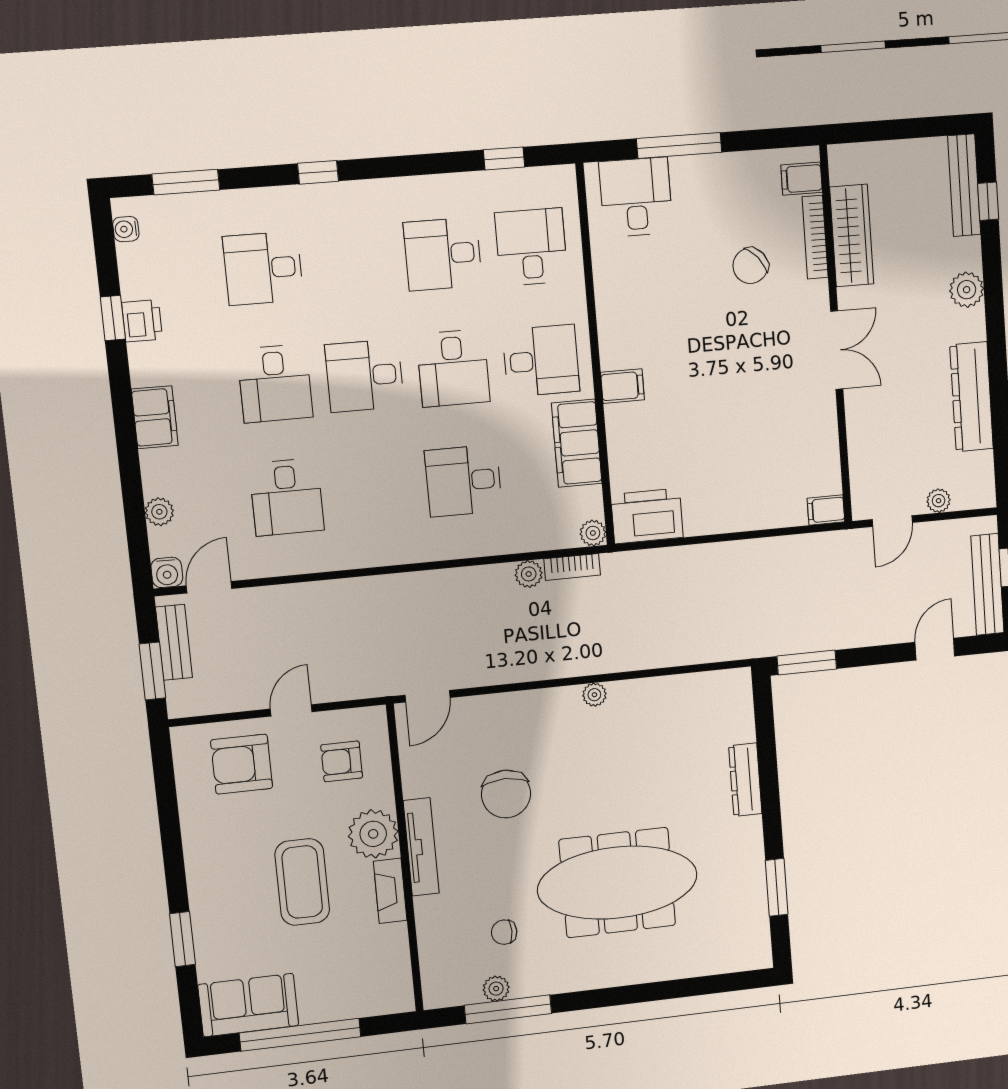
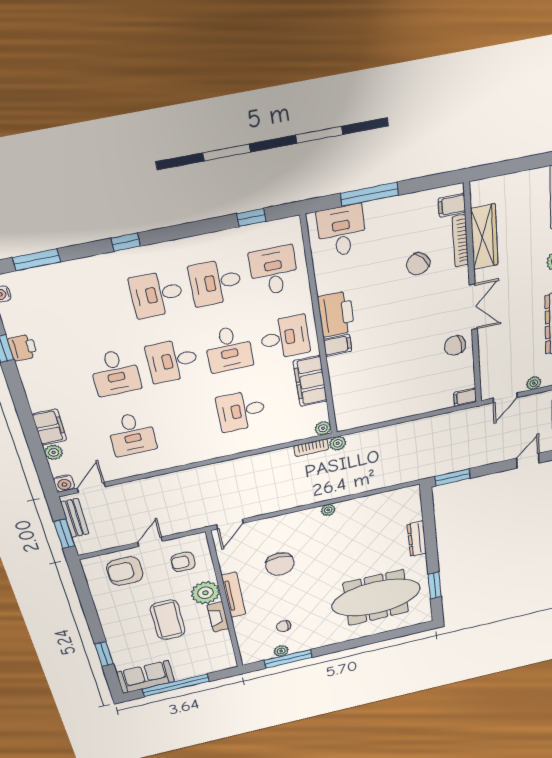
desk: (263, 268) -> (157, 294), moved
chair: (808, 413) -> (455, 345), added
filing cabinet: (155, 417) -> (49, 427), moved
printer: (647, 516) -> (336, 314), moved, turned 90
plant: (529, 574) -> (338, 443), moved
meeting table: (617, 883) -> (376, 598), moved

